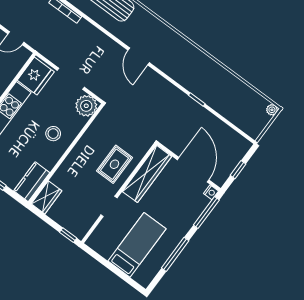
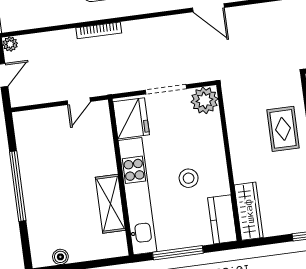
stool: (53, 134) -> (189, 178), moved
wardrobe: (46, 197) -> (249, 211), width x1.50

